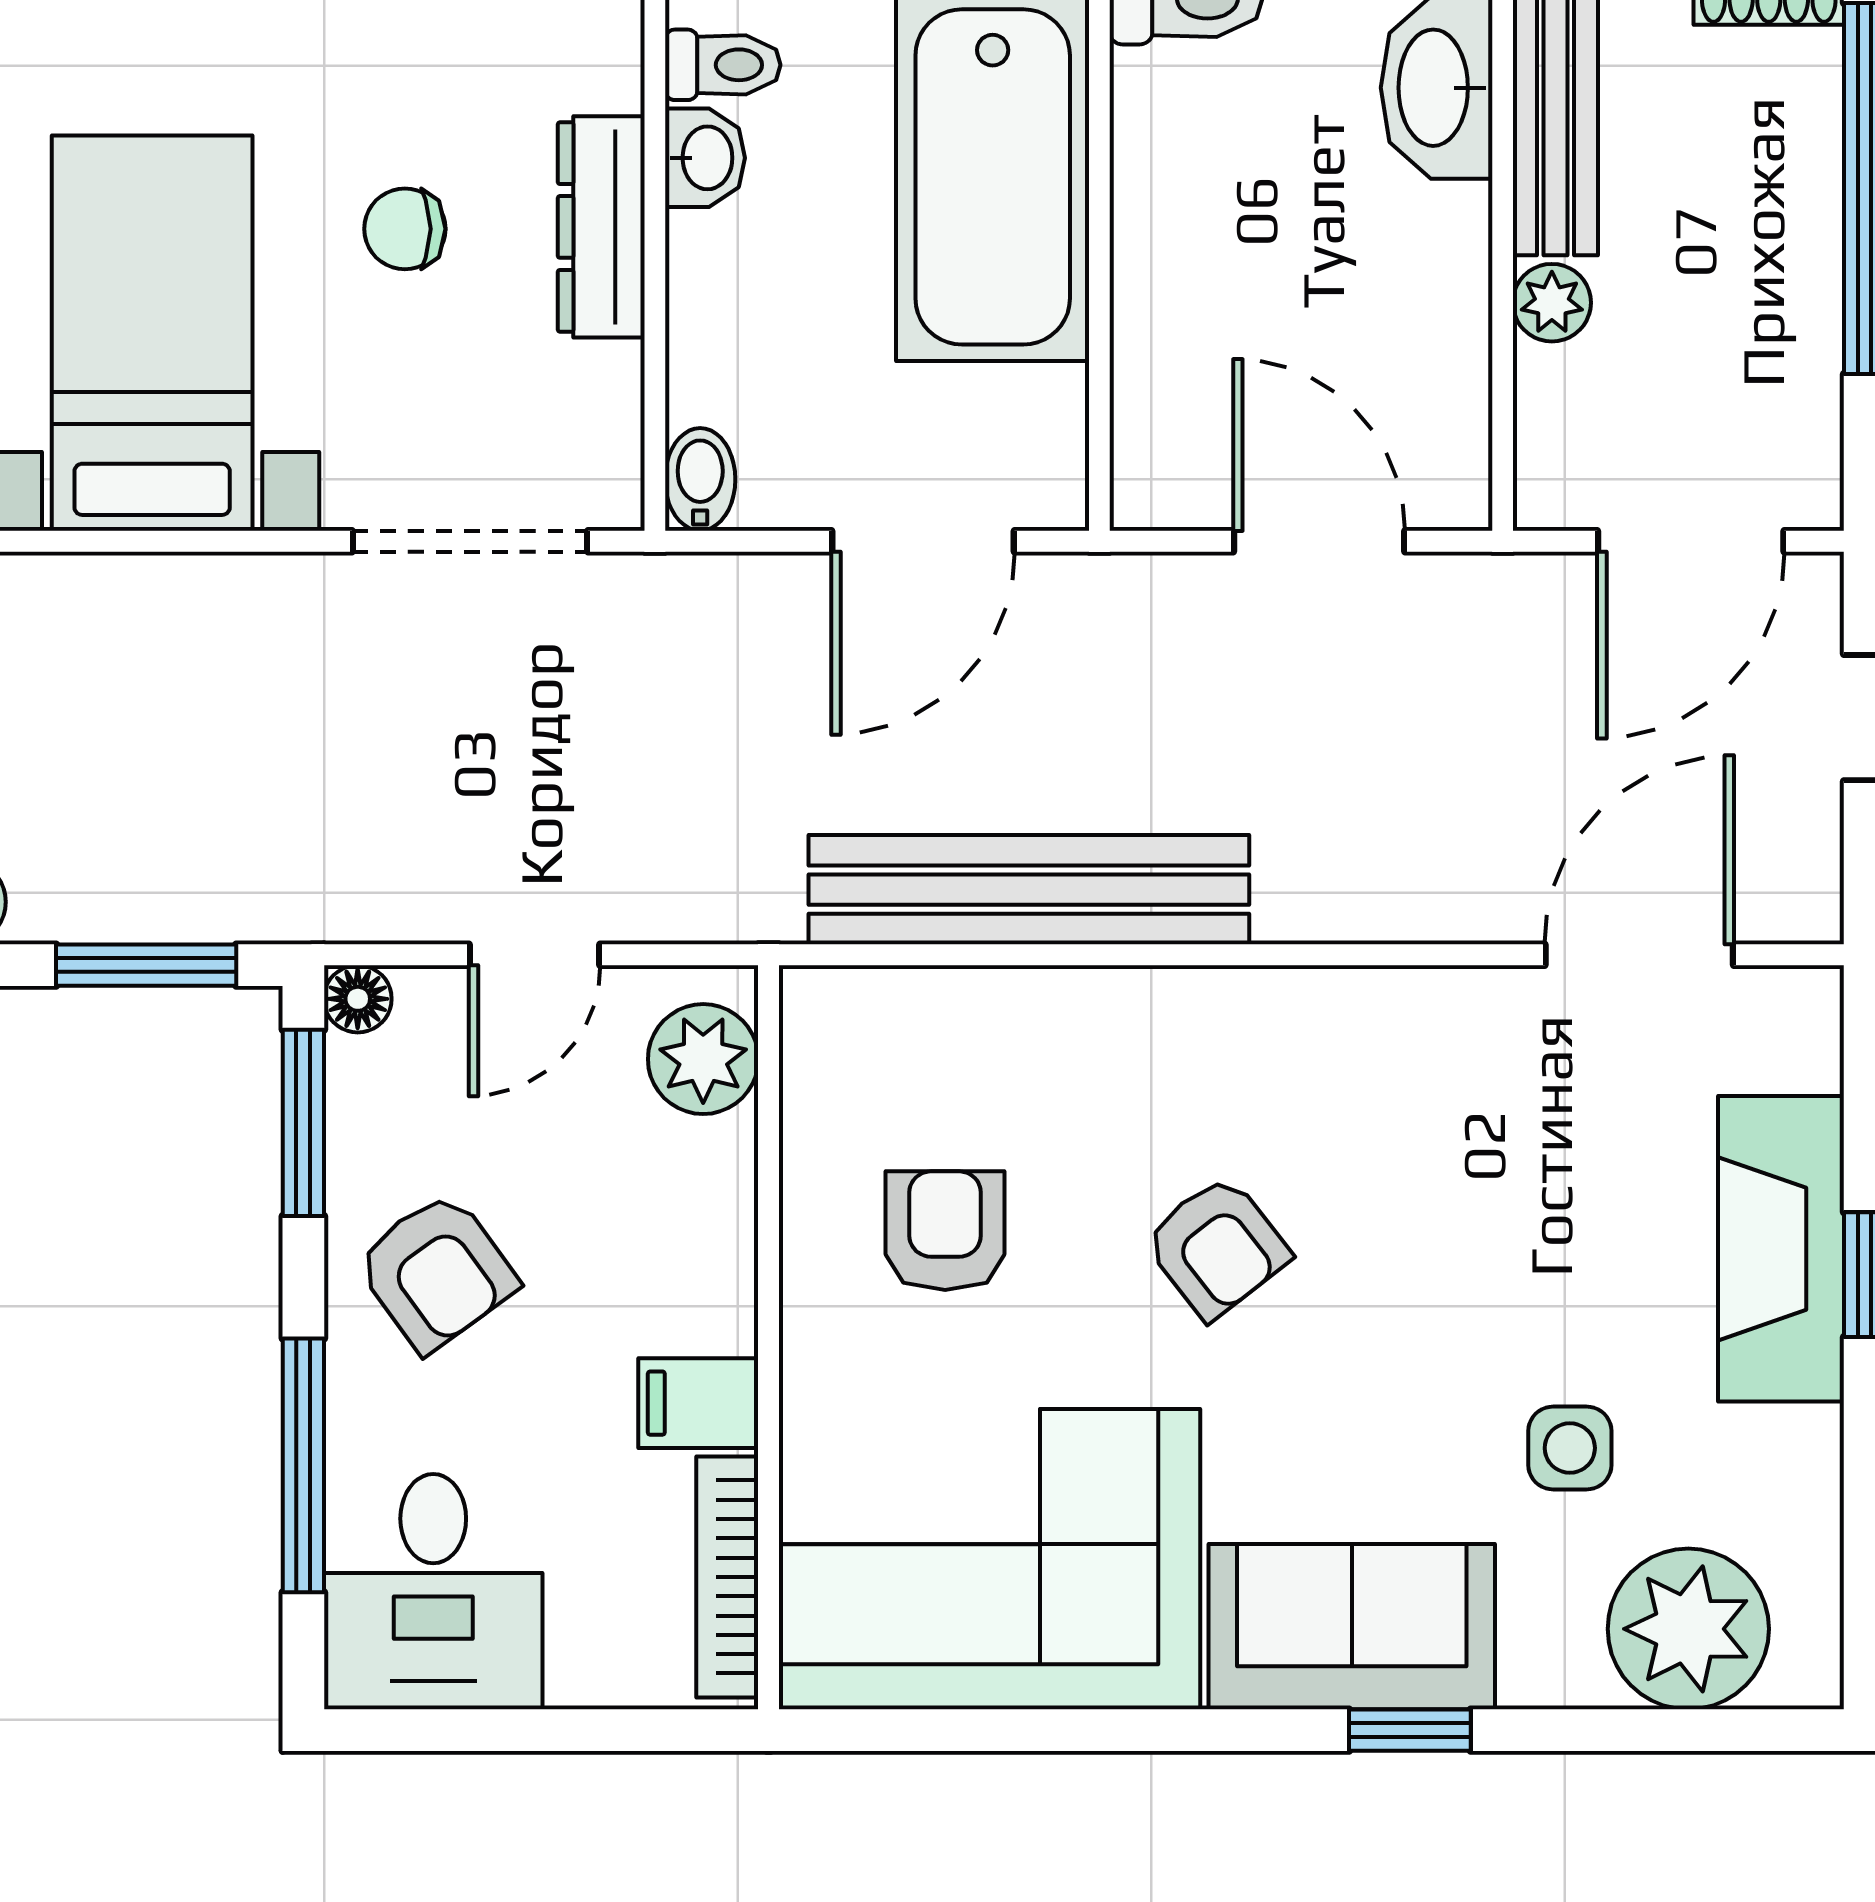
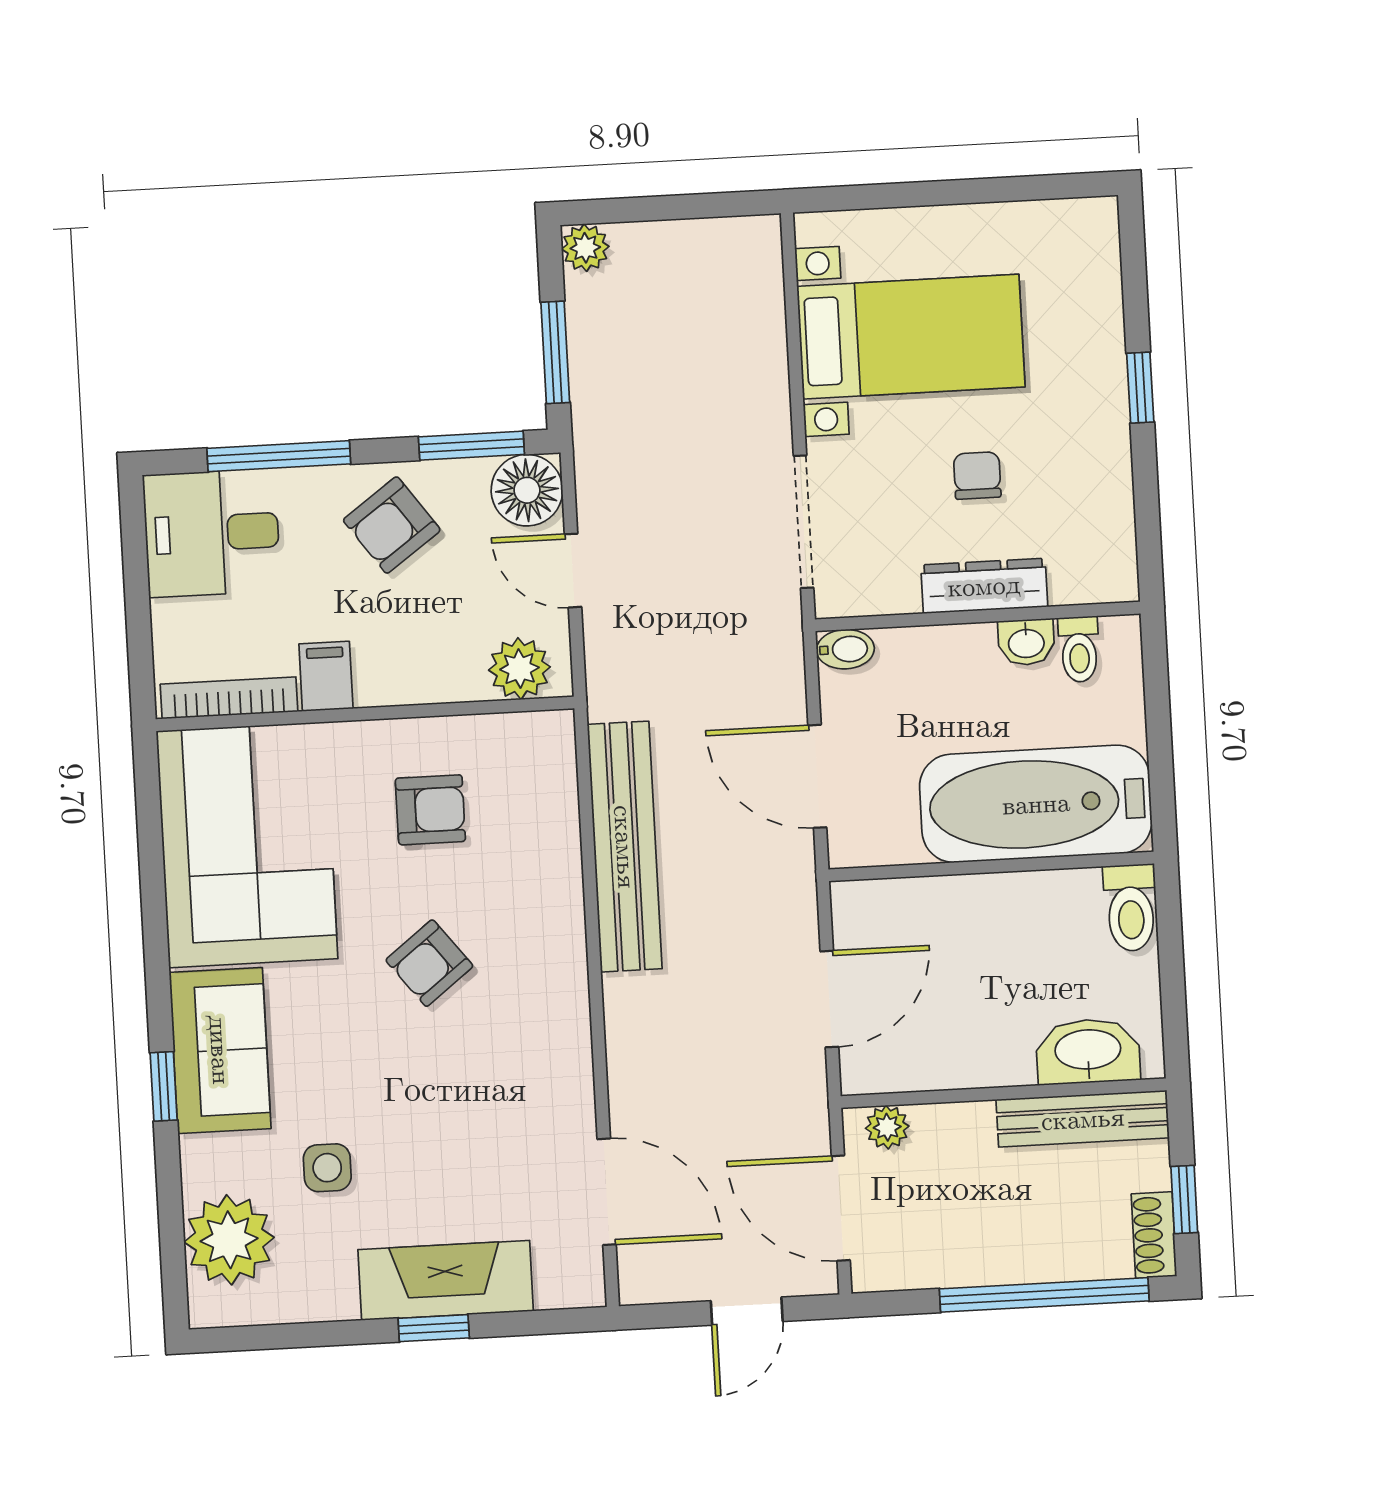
plant: (1552, 303) -> (887, 1127), moved
floor lamp: (358, 999) -> (527, 490), width x1.89, depth x1.89

